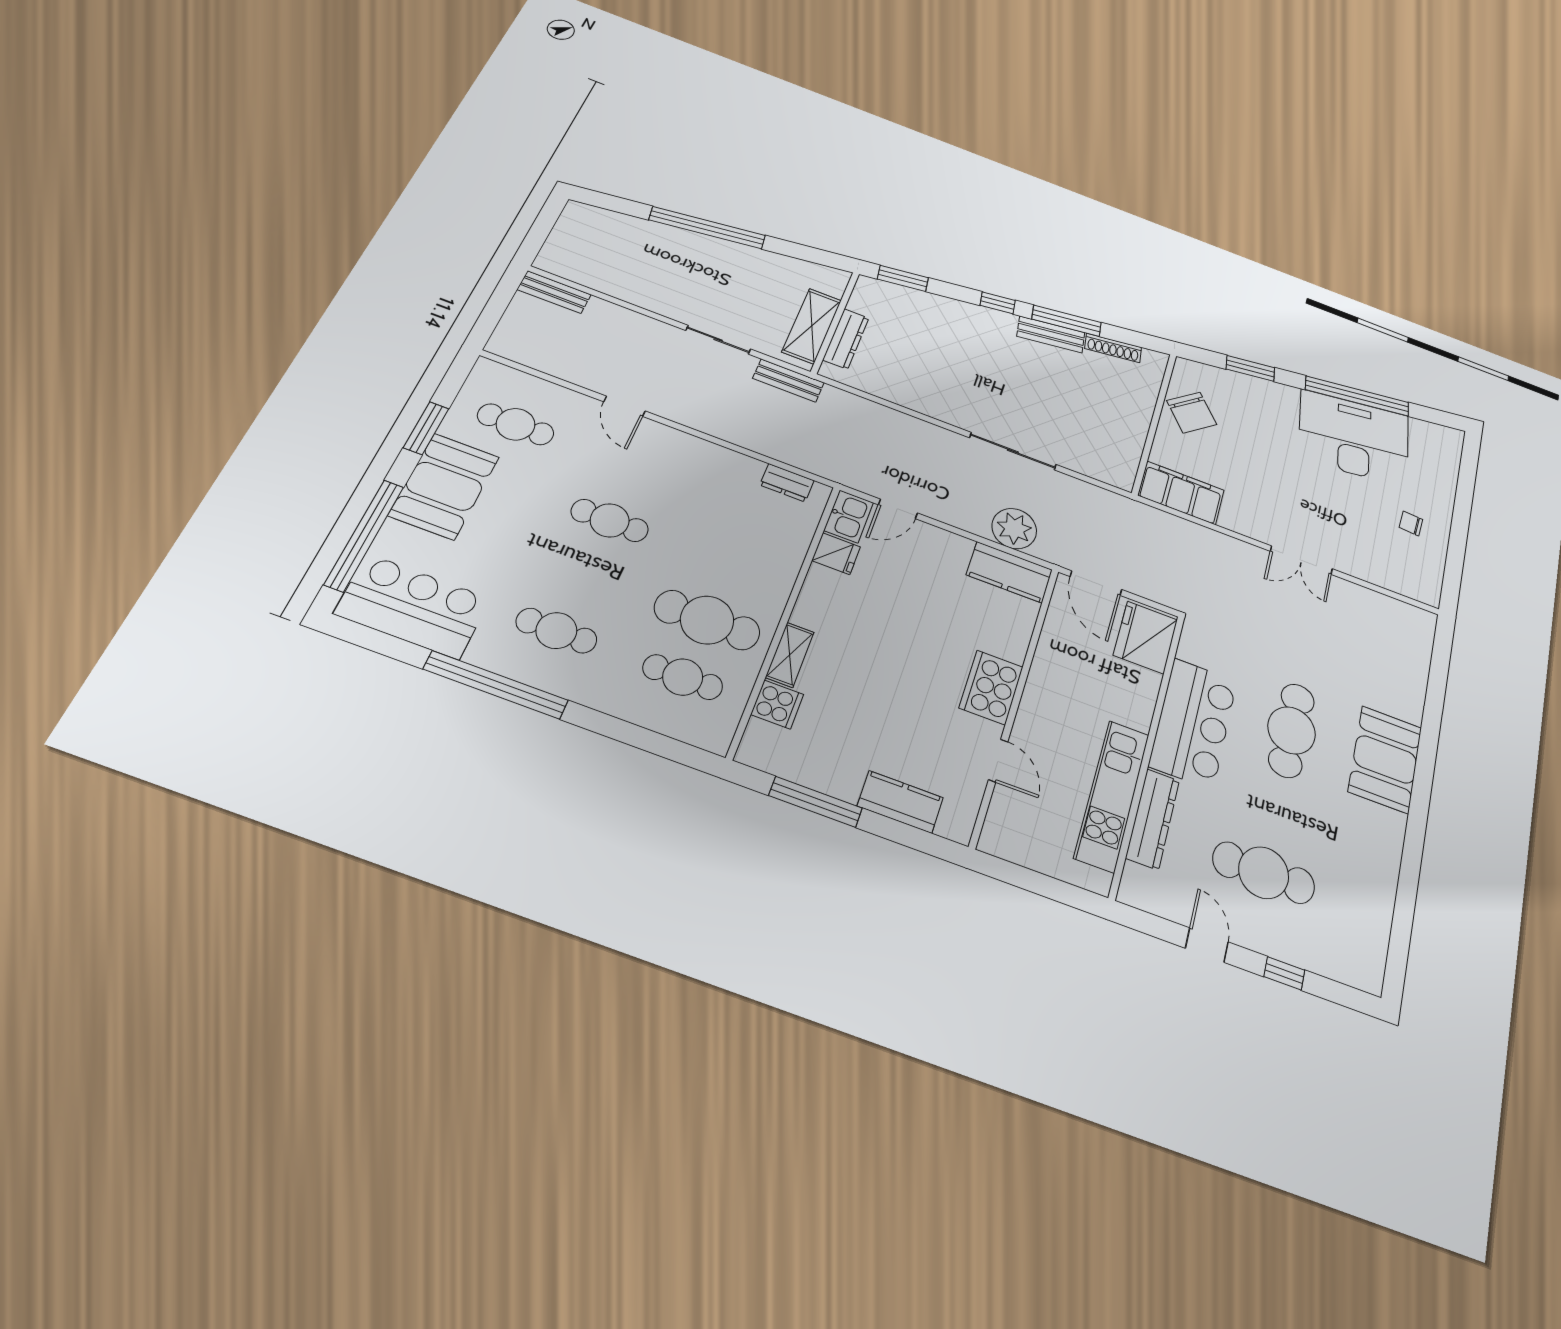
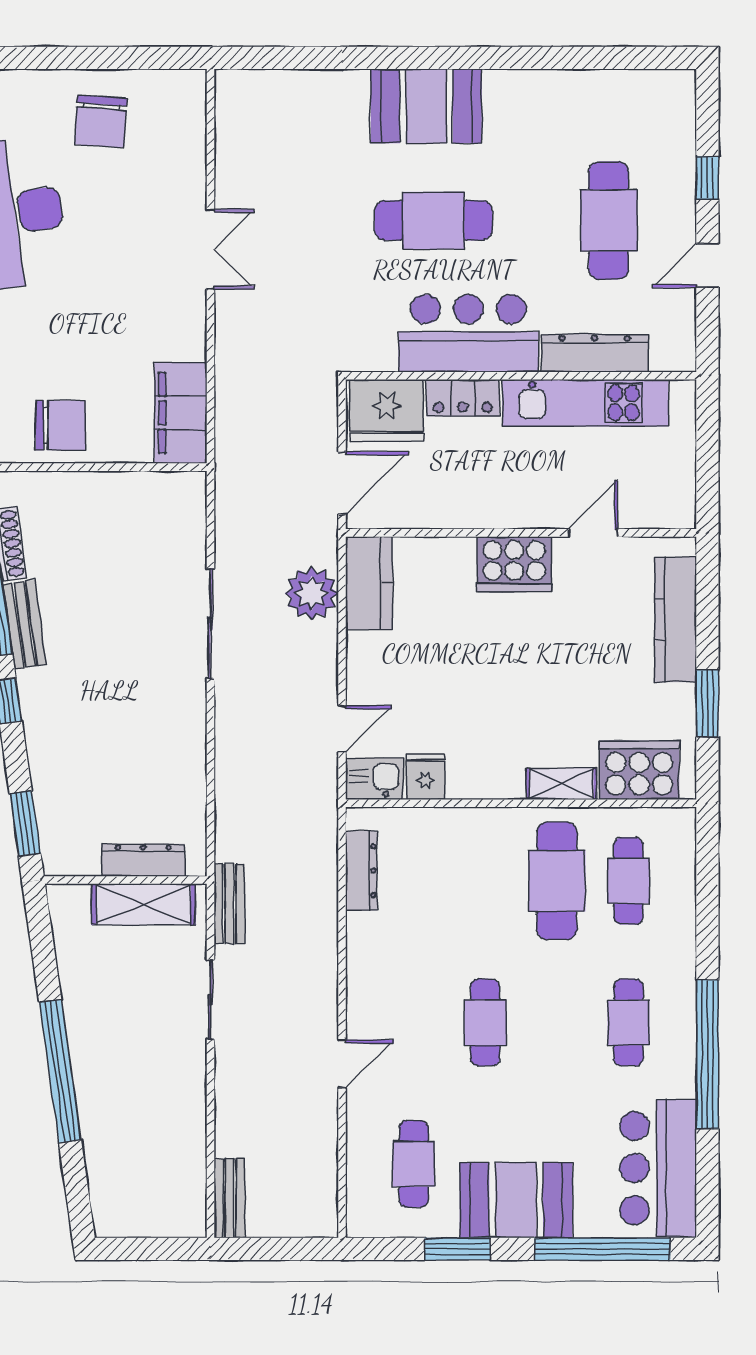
chair: (1192, 412) -> (61, 425), turned 39
dresser: (787, 483) -> (361, 871), width x1.44
door: (898, 509) -> (342, 729), hinge flipped
chair: (1411, 523) -> (101, 121), width x1.87, depth x1.87
locker: (1141, 699) -> (463, 398), added
cooker: (777, 705) -> (639, 770), width x1.87, depth x1.31
window: (815, 802) -> (707, 703), width x0.69
kitchen counter: (900, 802) -> (676, 620), width x1.50

